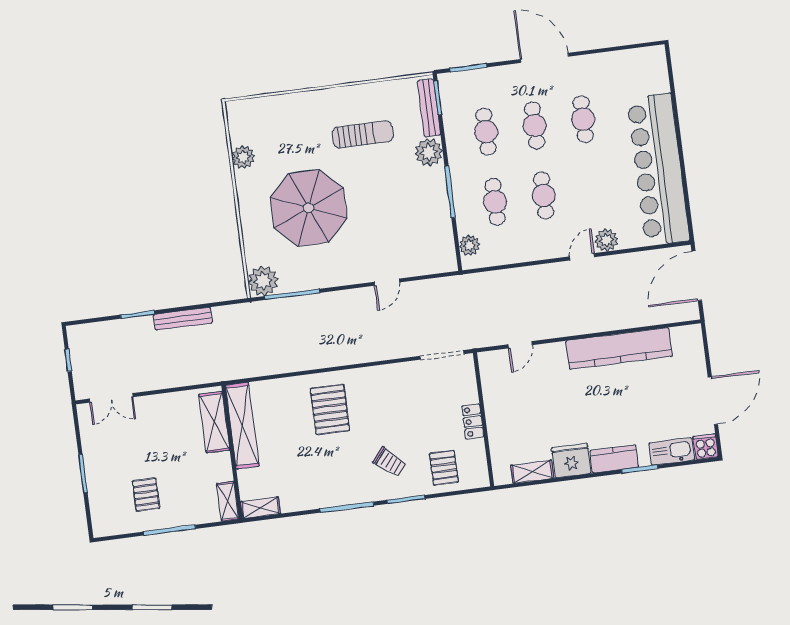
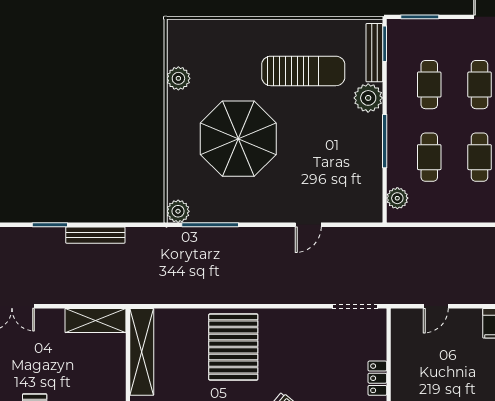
sun lounger: (363, 134) -> (303, 71), width x1.36, depth x1.34
plant: (263, 281) -> (178, 211), width x0.73, depth x0.73
pallet: (330, 409) -> (233, 347), width x1.37, depth x1.41
shelving: (214, 422) -> (95, 320), moved, turned 90

